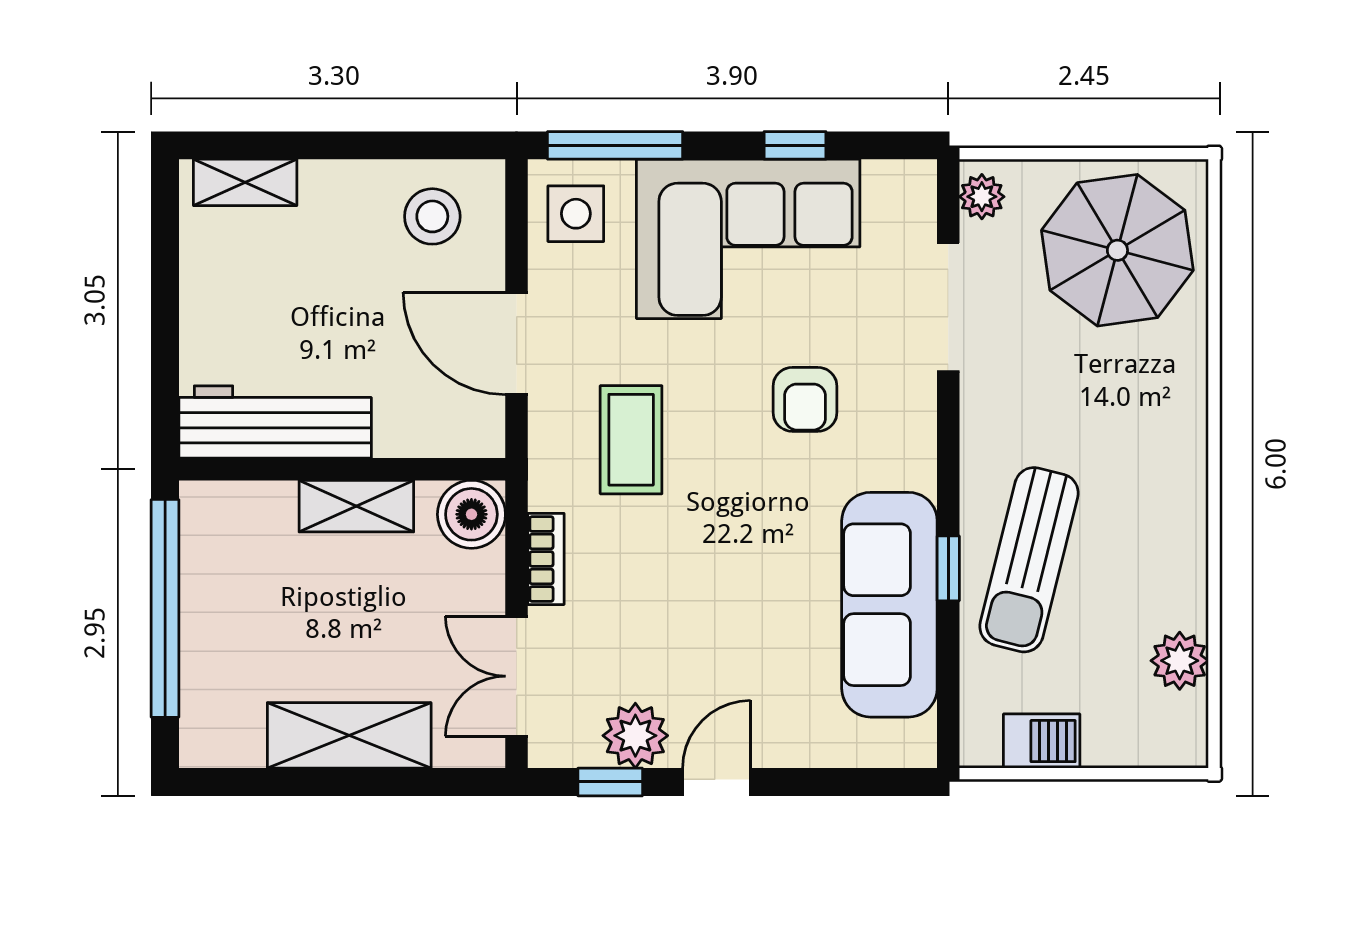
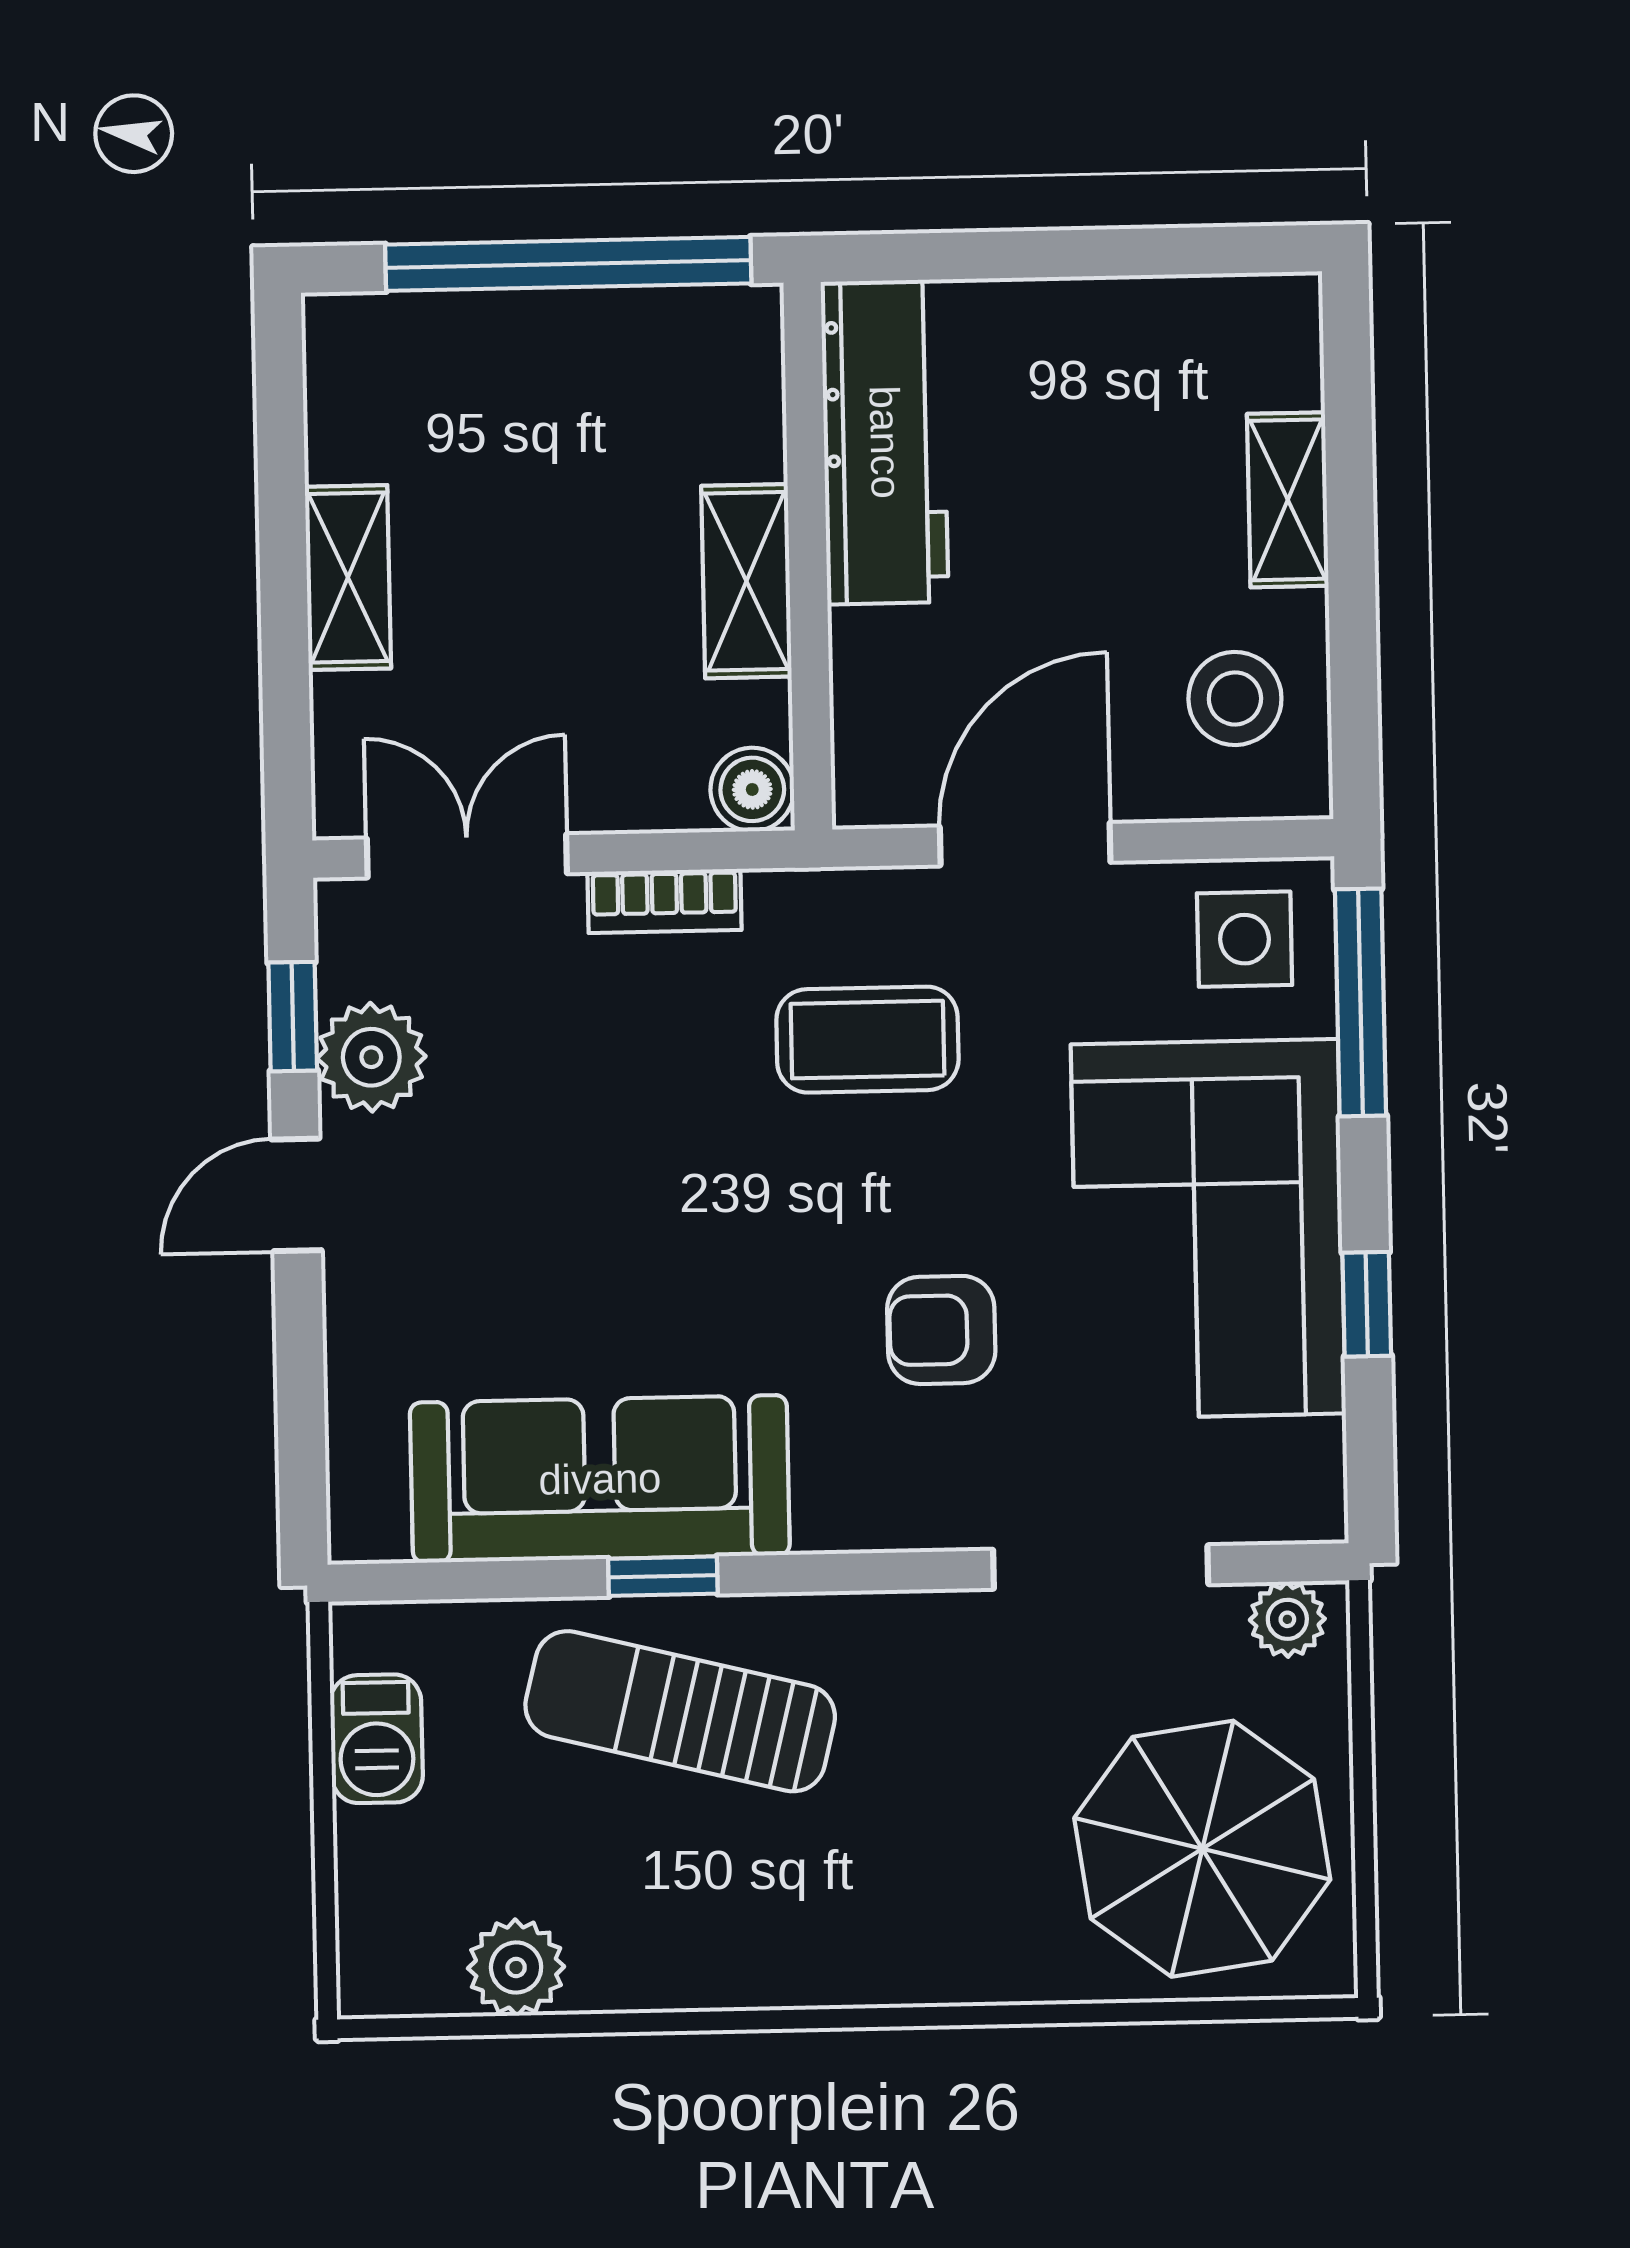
shelving: (245, 182) -> (1288, 500), moved
boiler: (471, 514) -> (752, 789), width x0.73, depth x0.73
shelving: (349, 735) -> (348, 578), width x0.67, depth x0.75
door: (716, 782) -> (296, 1195), swing flipped

